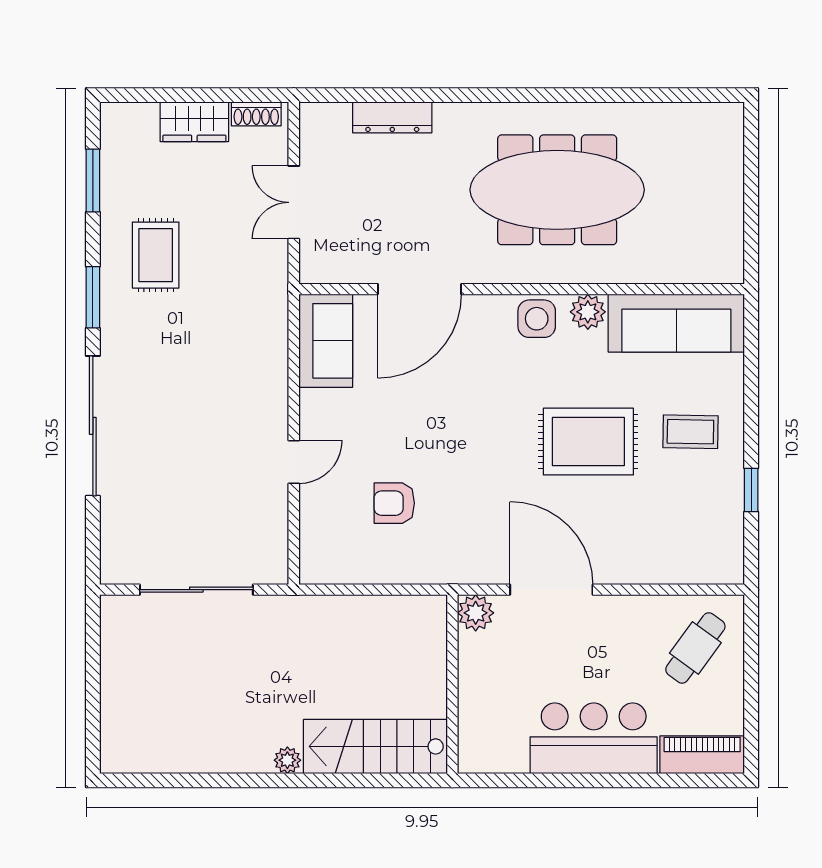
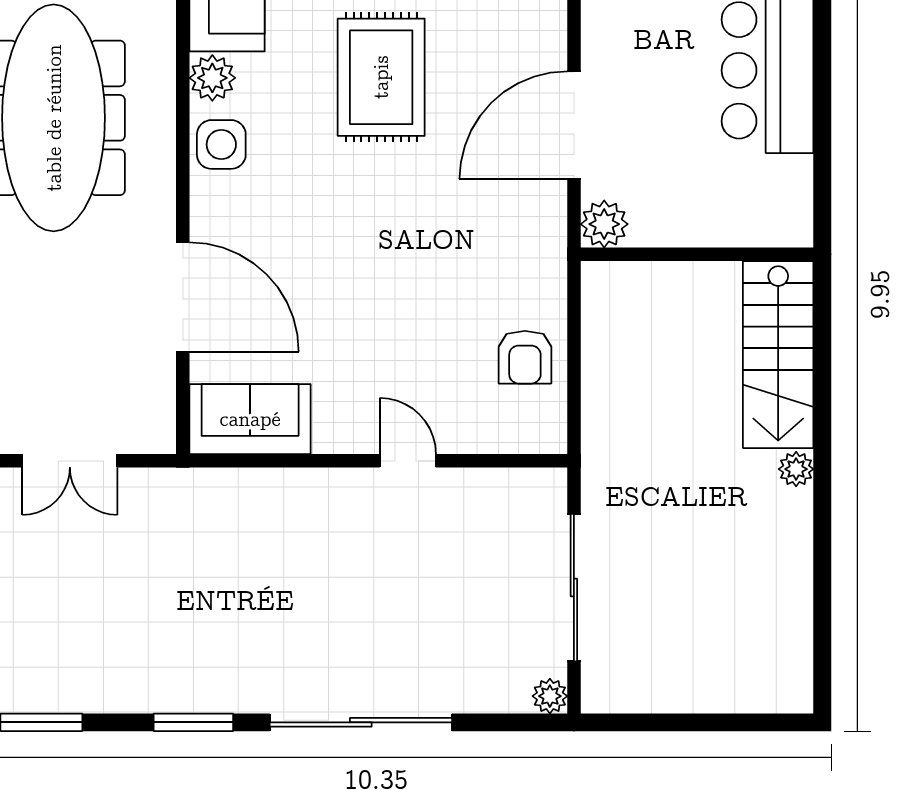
rug: (156, 255) -> (138, 641), removed
armchair: (394, 503) -> (525, 357), moved
plant: (113, 571) -> (550, 696), added

